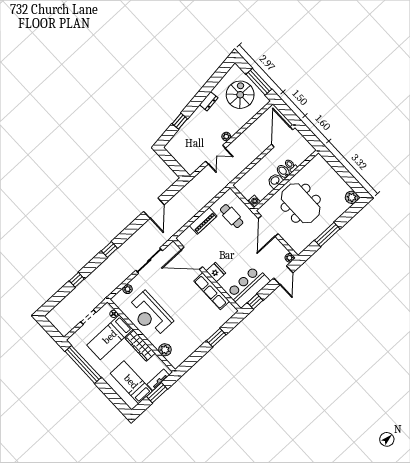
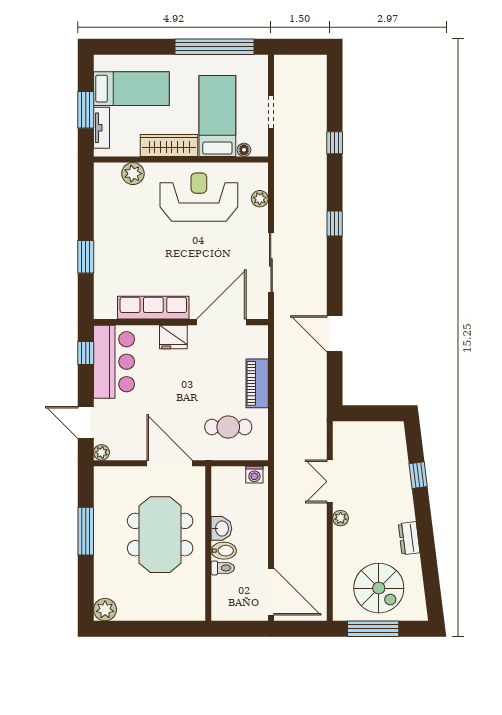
washing machine: (254, 202) -> (254, 475), moved
meeting table: (301, 203) -> (160, 535), turned 90

